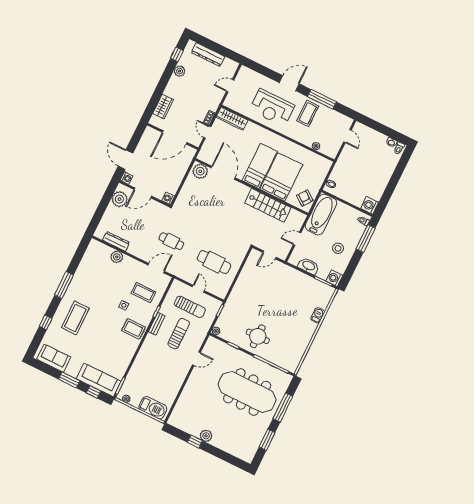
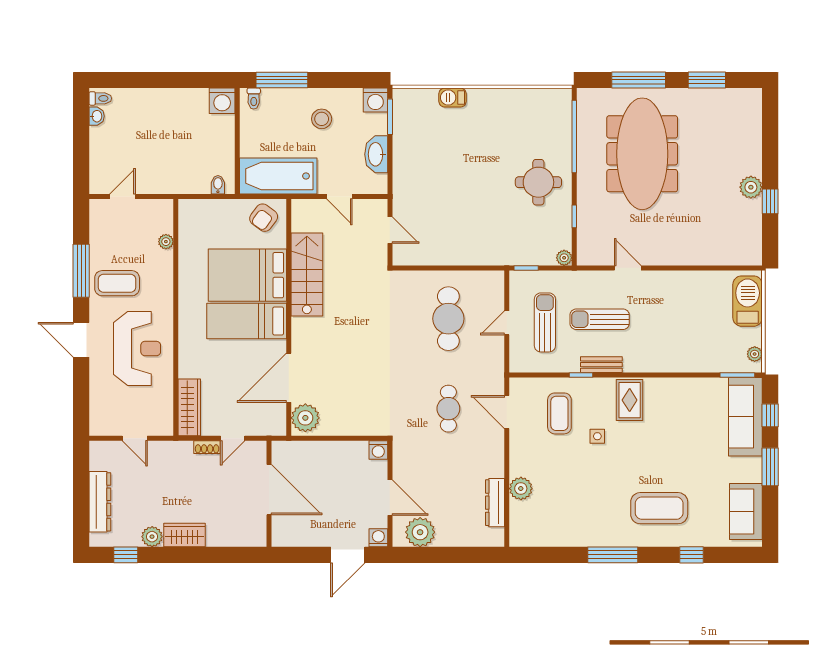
wardrobe: (163, 107) -> (185, 535), moved

